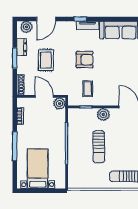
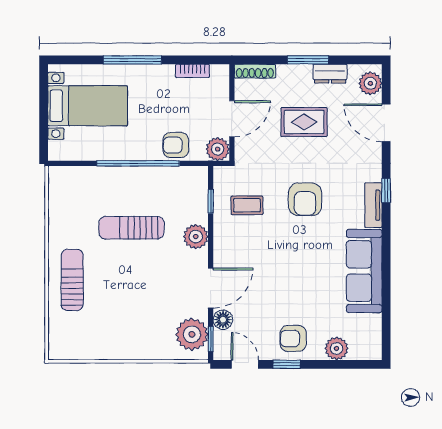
armchair: (57, 124) -> (176, 145), added

